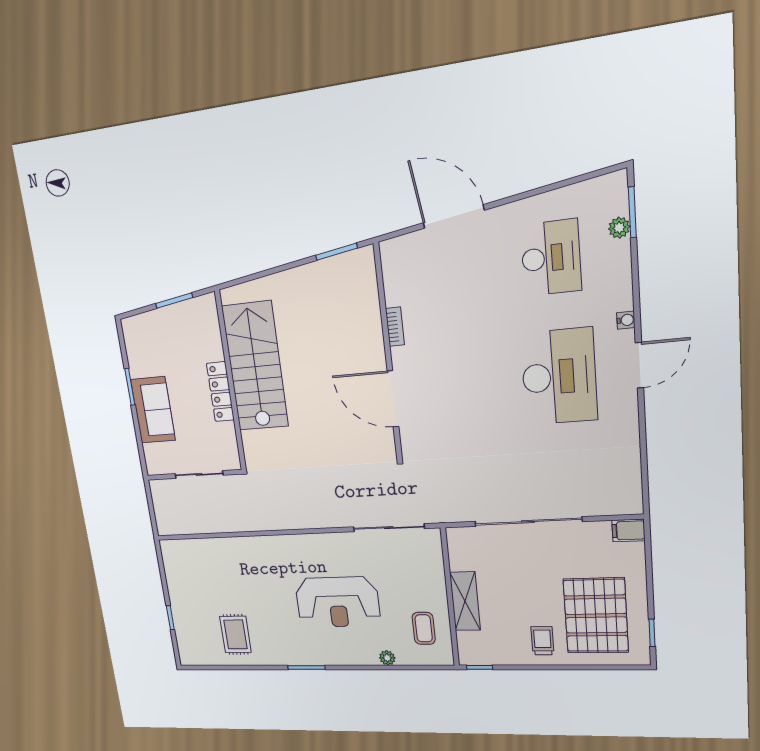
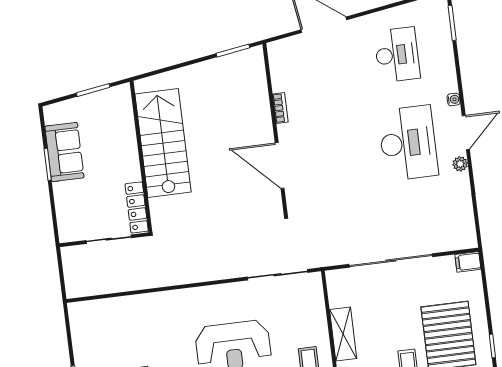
plant: (619, 228) -> (460, 164), moved
locker: (220, 392) -> (137, 207), moved
sofa: (153, 410) -> (64, 152), moved

